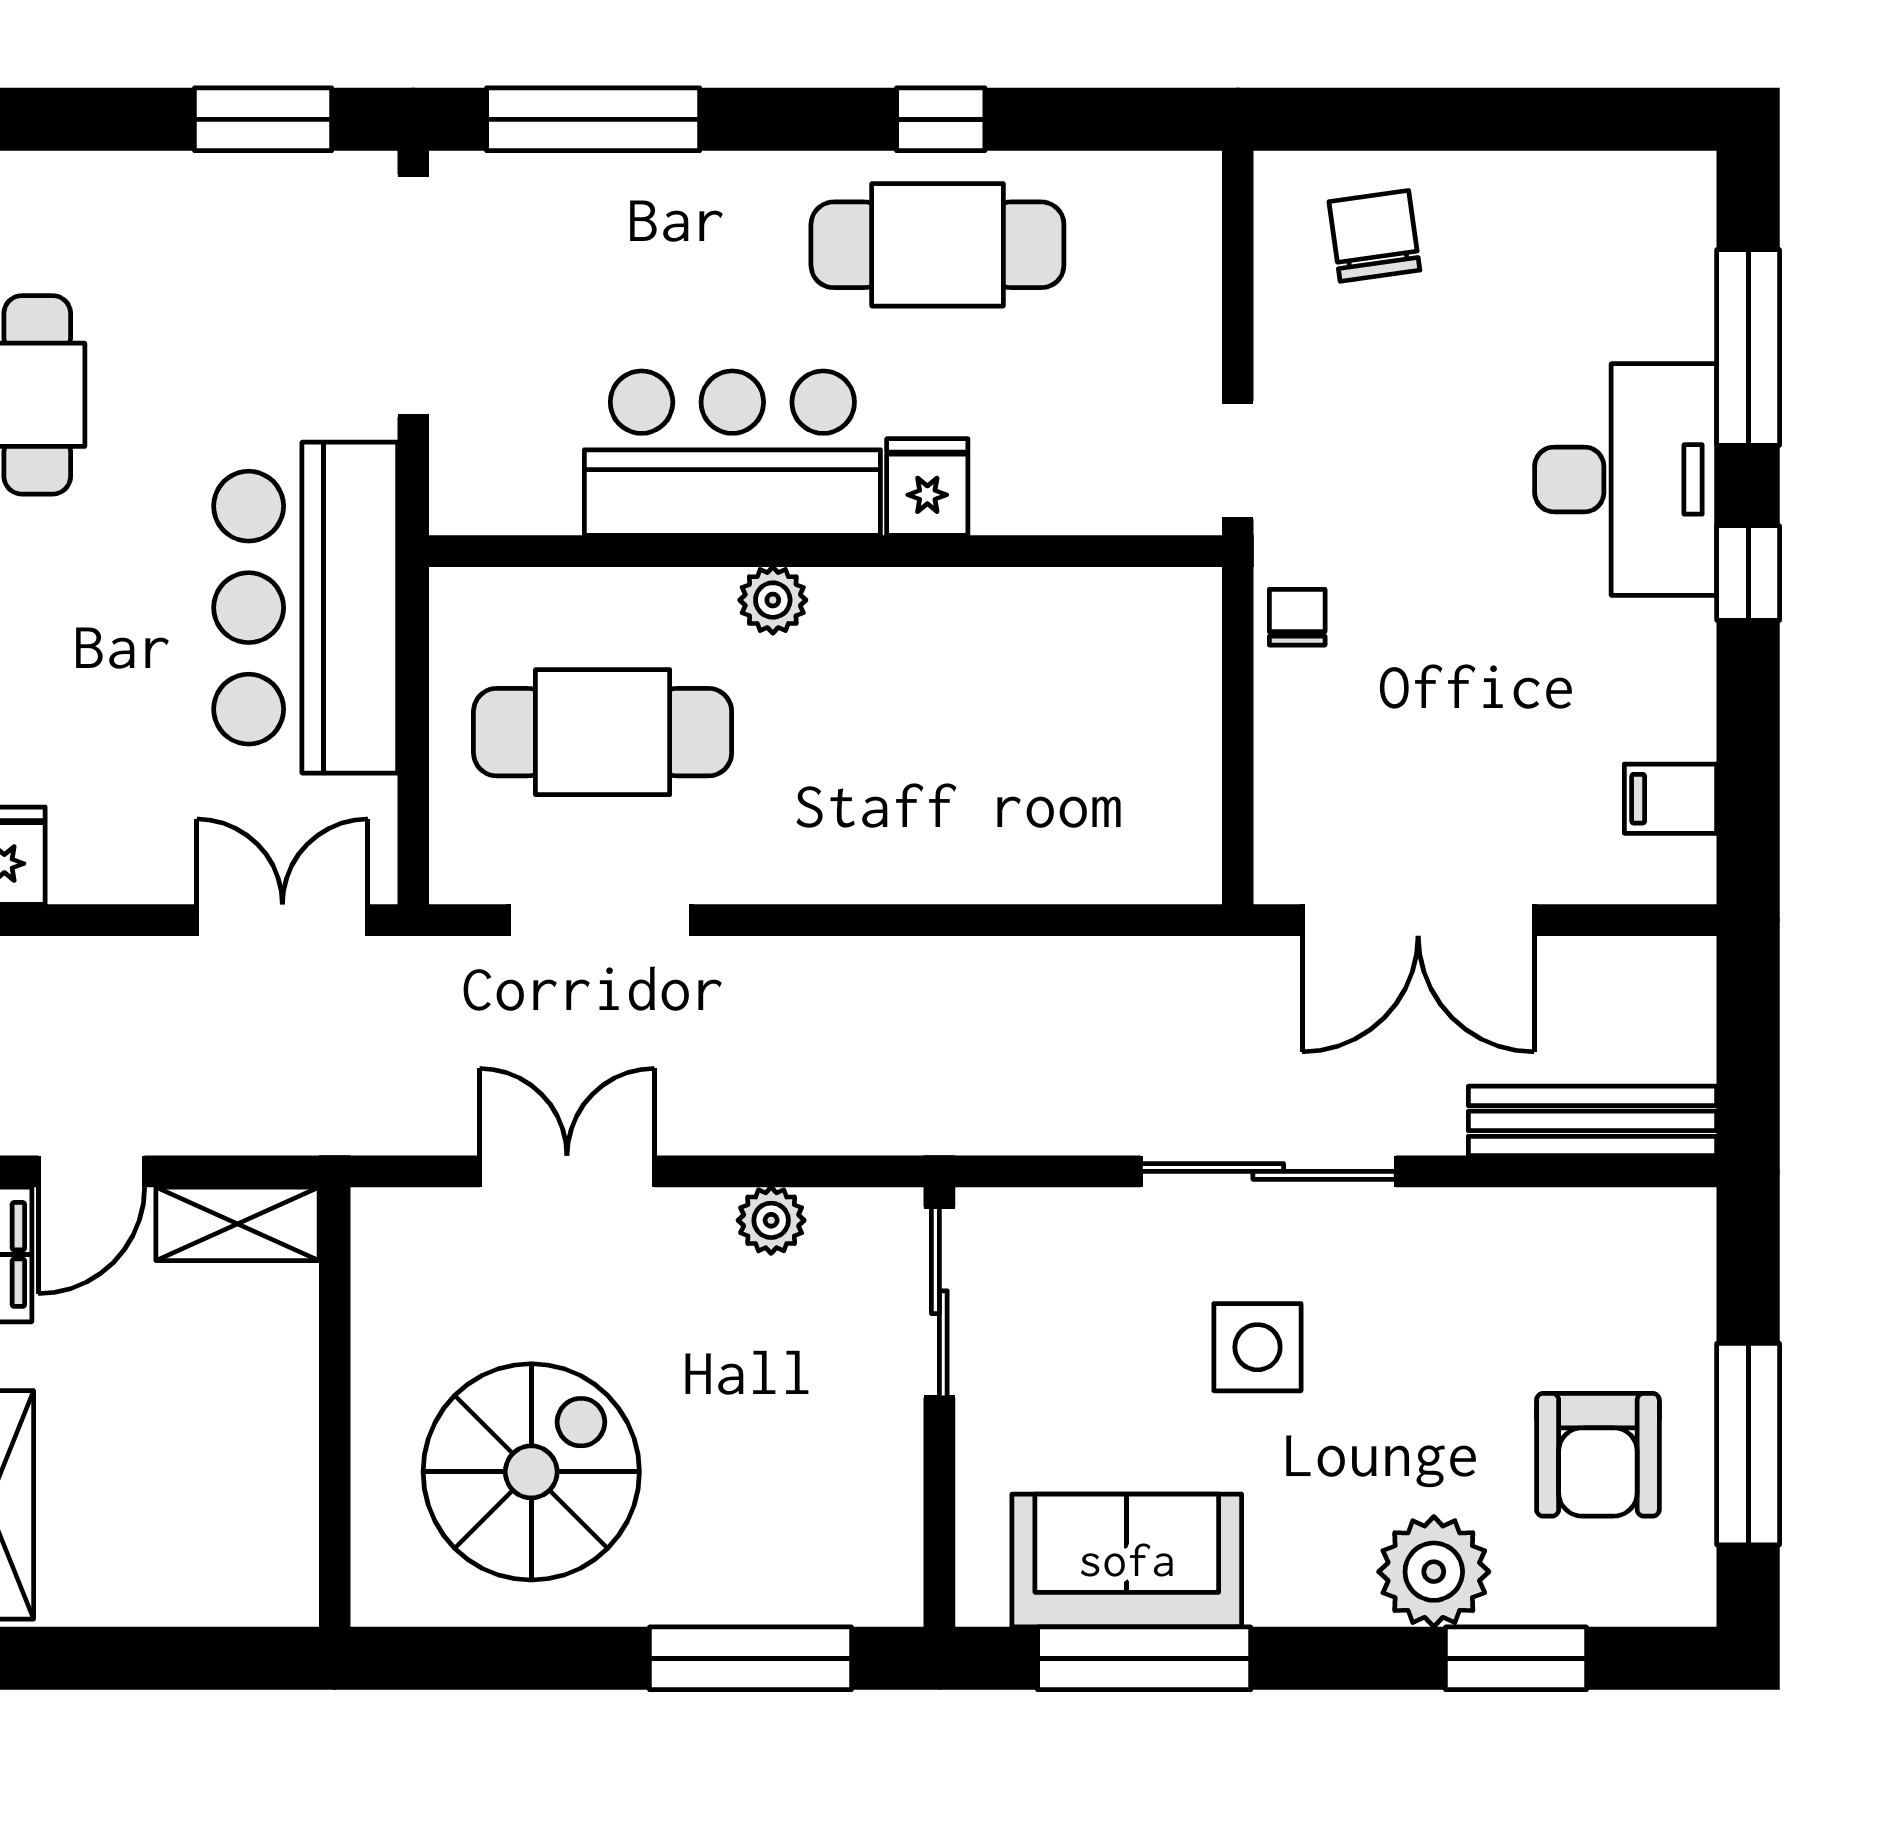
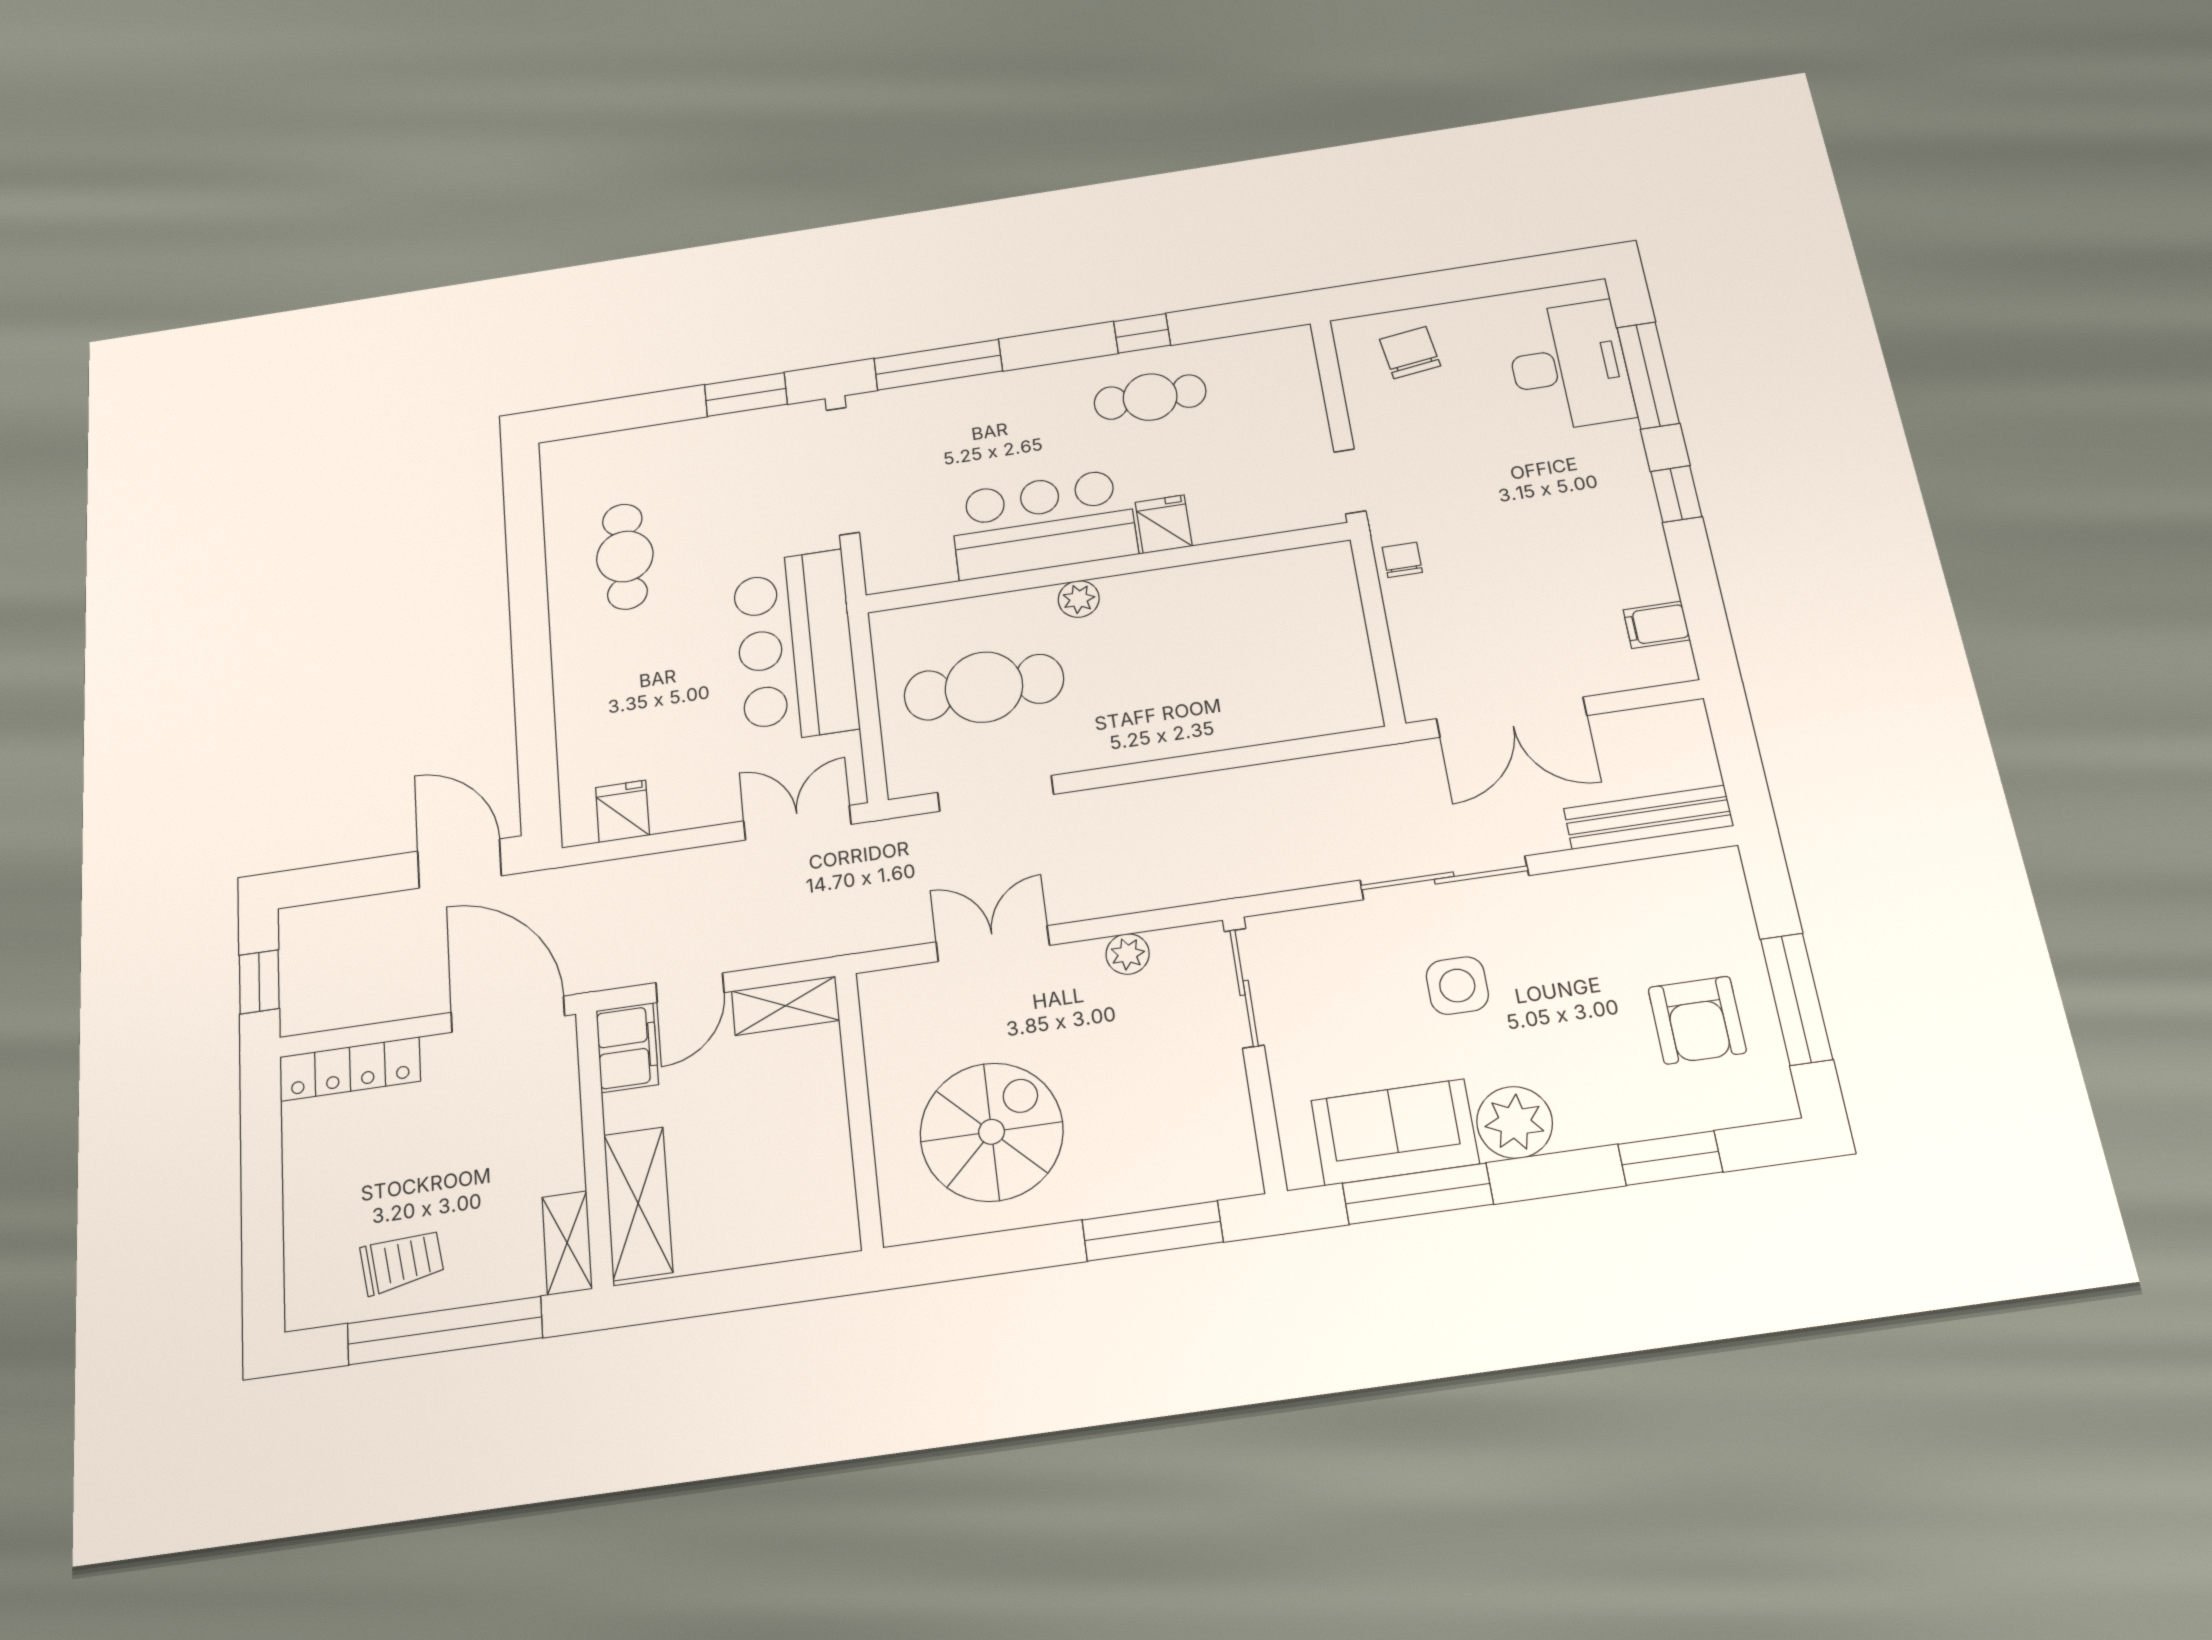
cafe table: (937, 245) -> (1150, 397), width x0.73, depth x0.74
desk: (1626, 479) -> (1569, 366), moved
plant: (1434, 1572) -> (1515, 1122), moved

